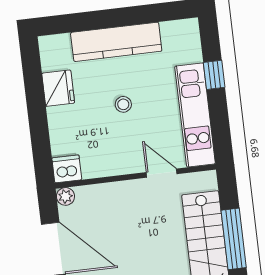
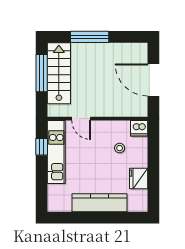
window: (214, 75) -> (42, 147), moved
stool: (123, 104) -> (120, 148), moved
plant: (65, 196) -> (142, 111), removed

